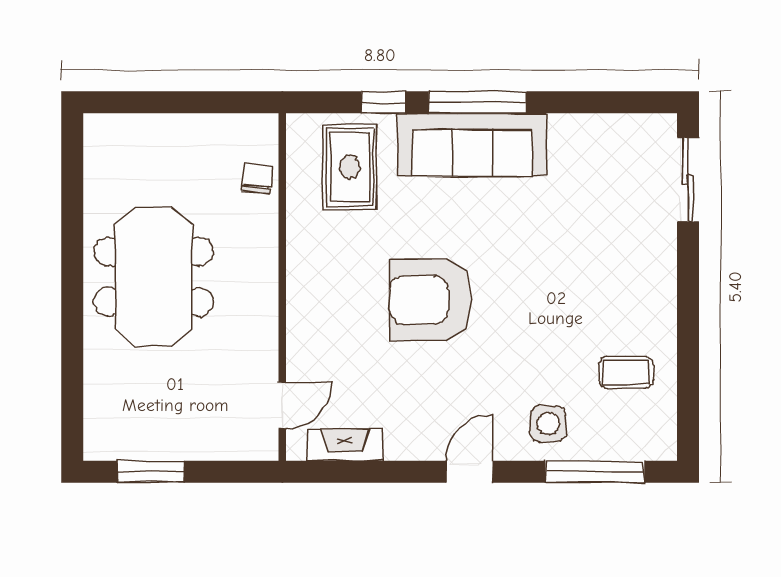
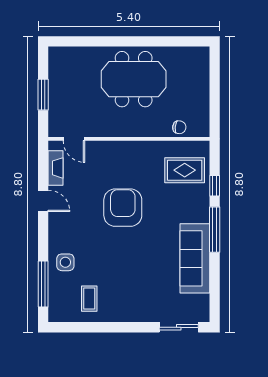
sofa: (472, 145) -> (195, 258), moved
window: (151, 472) -> (43, 95), moved
door: (469, 472) -> (43, 201), moved

